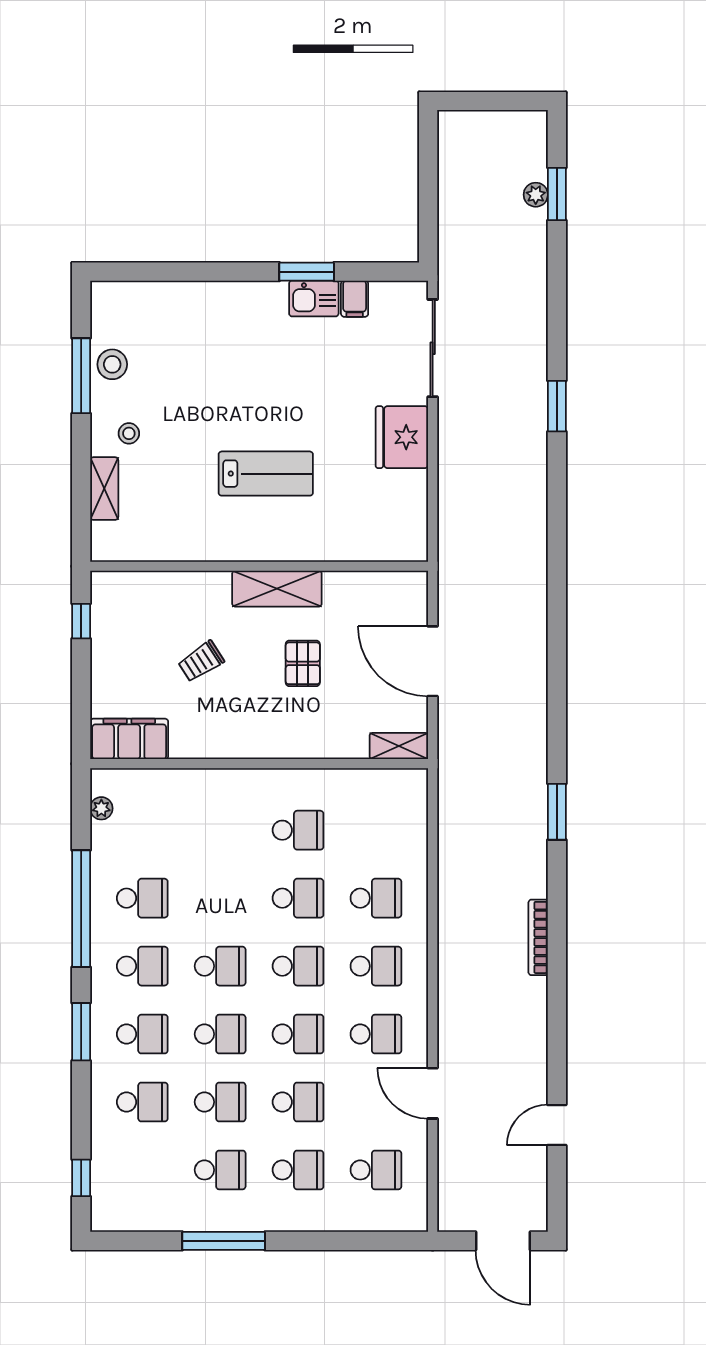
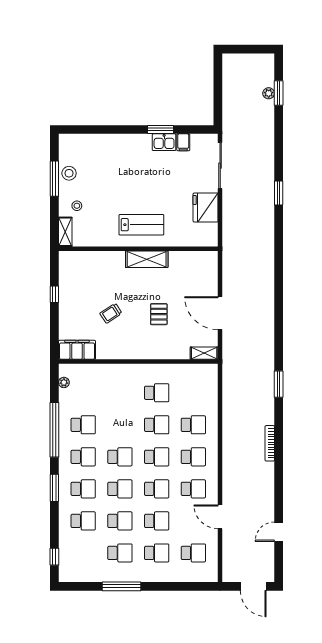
wall: (259, 566) -> (138, 249), moved
shelving: (277, 589) -> (147, 259), moved

